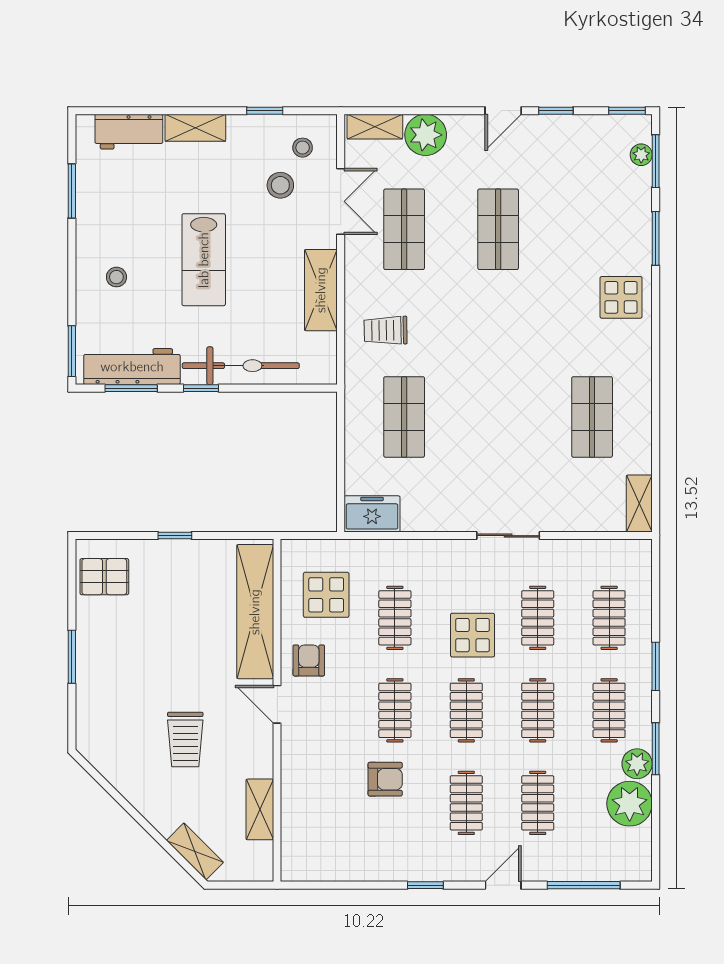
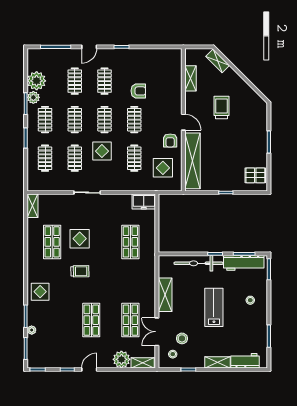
plant: (641, 155) -> (32, 330), moved
trolley: (386, 330) -> (80, 271), moved
display table: (526, 425) -> (80, 239), added
armchair: (385, 779) -> (138, 91), turned 180

